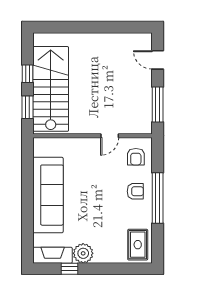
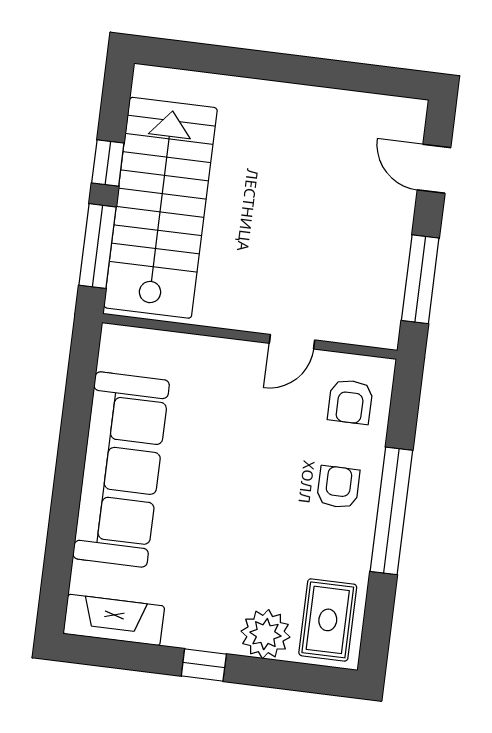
window: (28, 107) -> (98, 246), width x1.44
armchair: (135, 191) -> (338, 487), turned -90
plant: (83, 253) -> (265, 634), moved
window: (70, 269) -> (204, 665), moved

